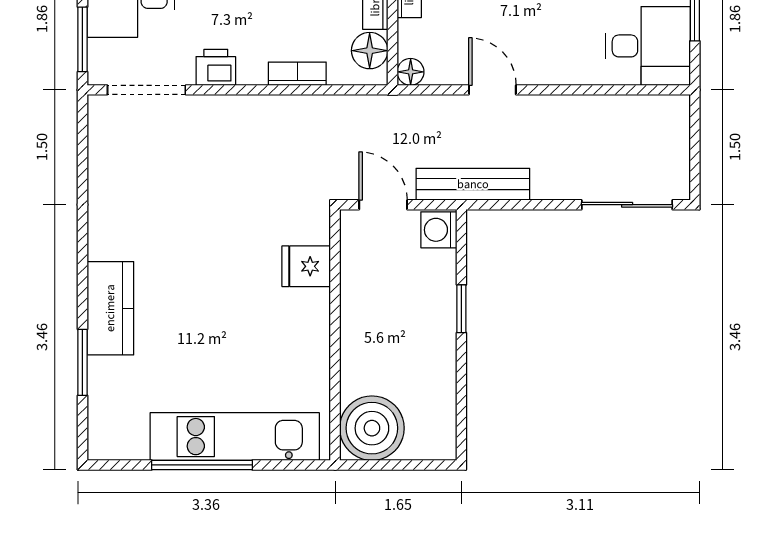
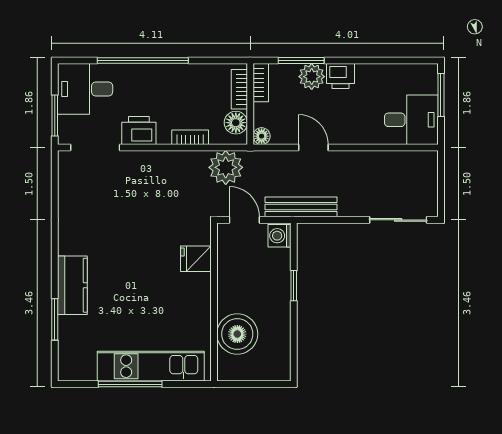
printer: (216, 67) -> (139, 131), width x1.36, depth x1.24
plant: (354, 122) -> (226, 167), added
boiler: (372, 428) -> (237, 334), moved

